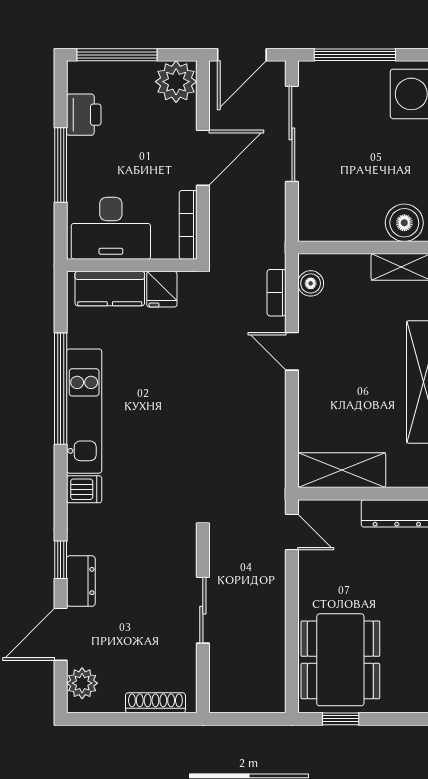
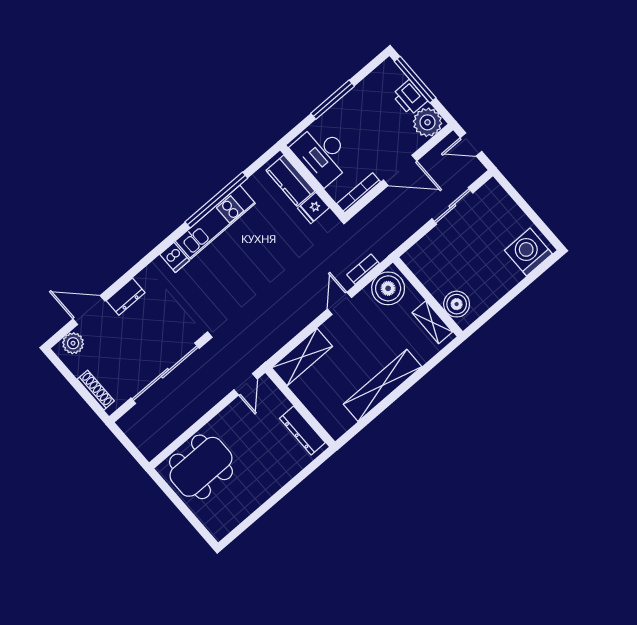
door: (242, 55) -> (471, 144), width x0.73
window: (355, 55) -> (522, 203), removed
printer: (84, 115) -> (410, 98), moved, turned 90
sliding door: (292, 134) -> (452, 206), width x0.73
boiler: (311, 283) -> (388, 288), width x1.86, depth x1.86
shelving: (342, 470) -> (302, 357), moved, turned 90
window: (61, 560) -> (128, 277), removed
sliding door: (203, 610) -> (165, 373), width x1.86
window: (341, 719) -> (170, 493), removed

